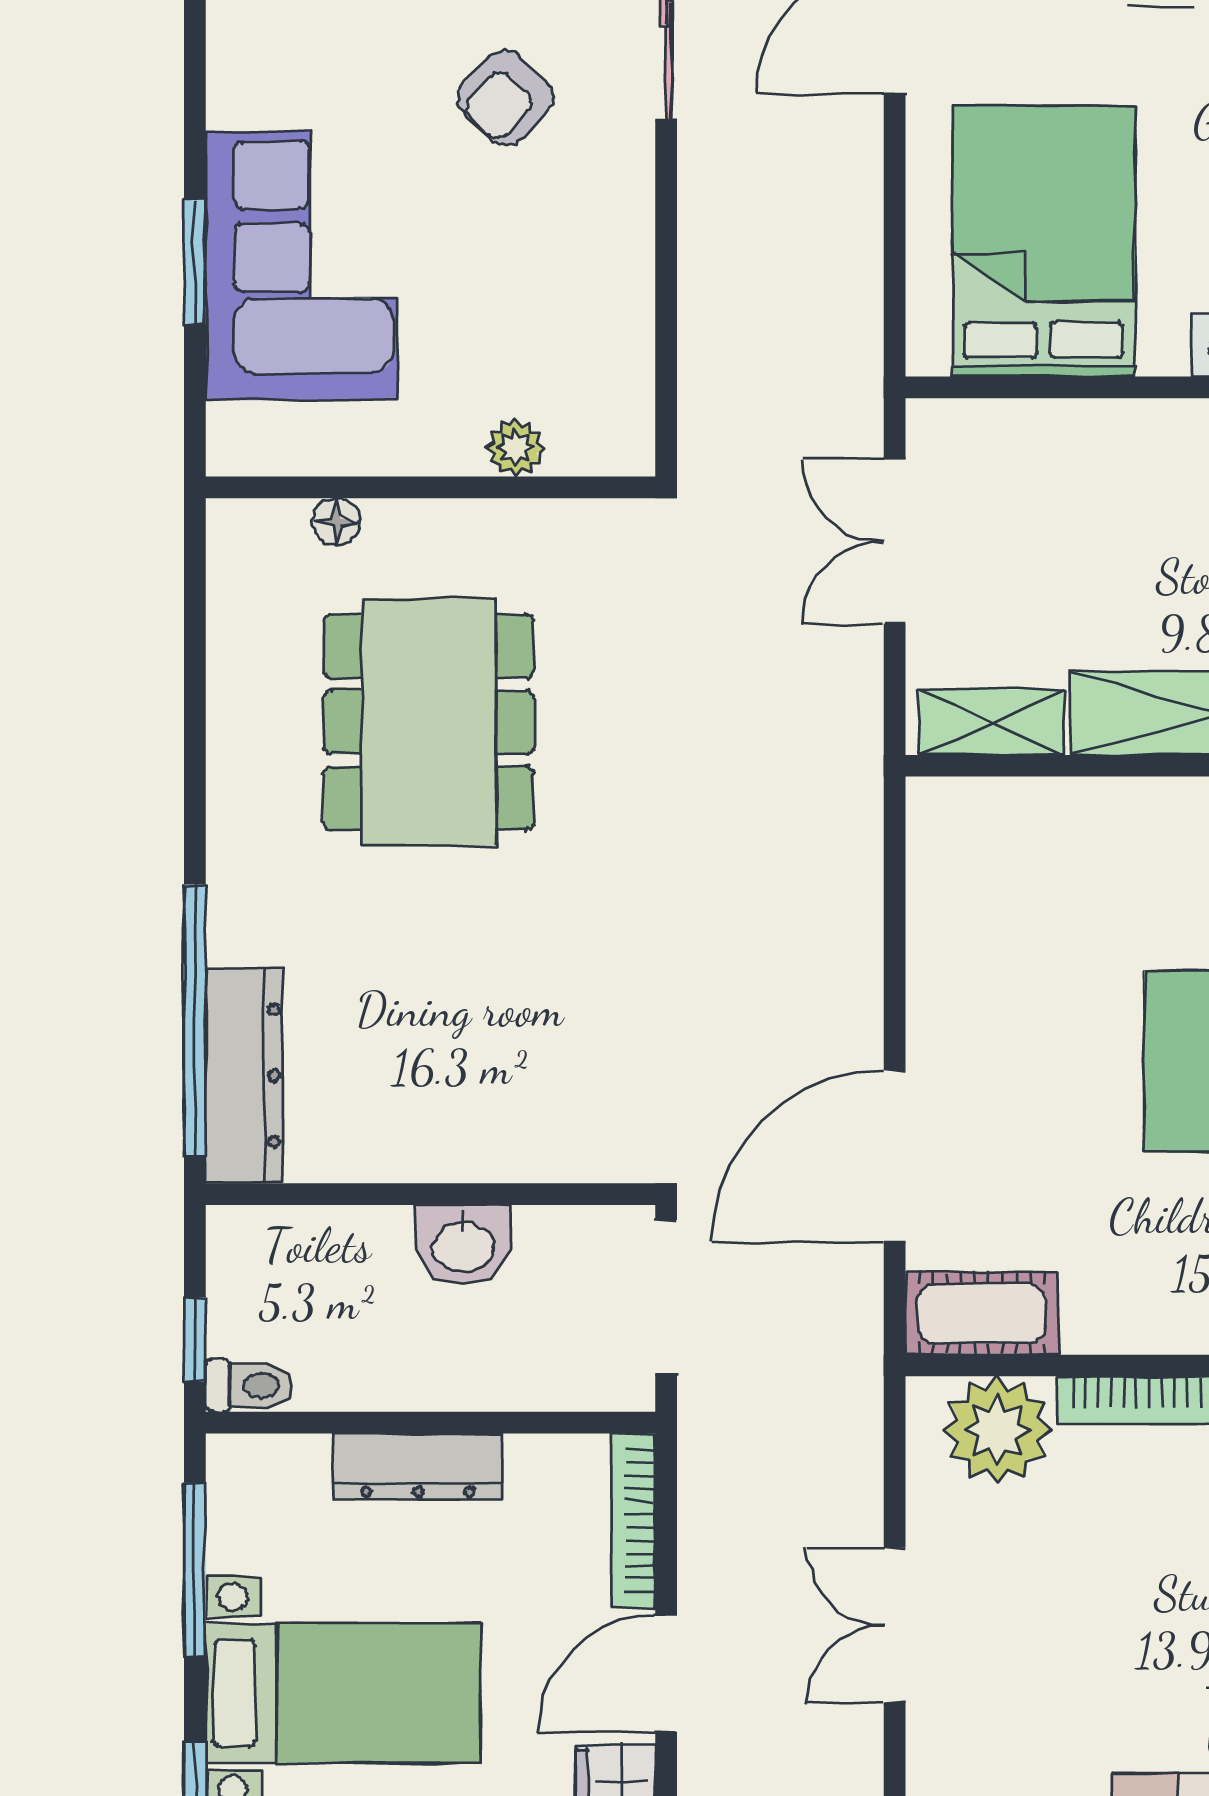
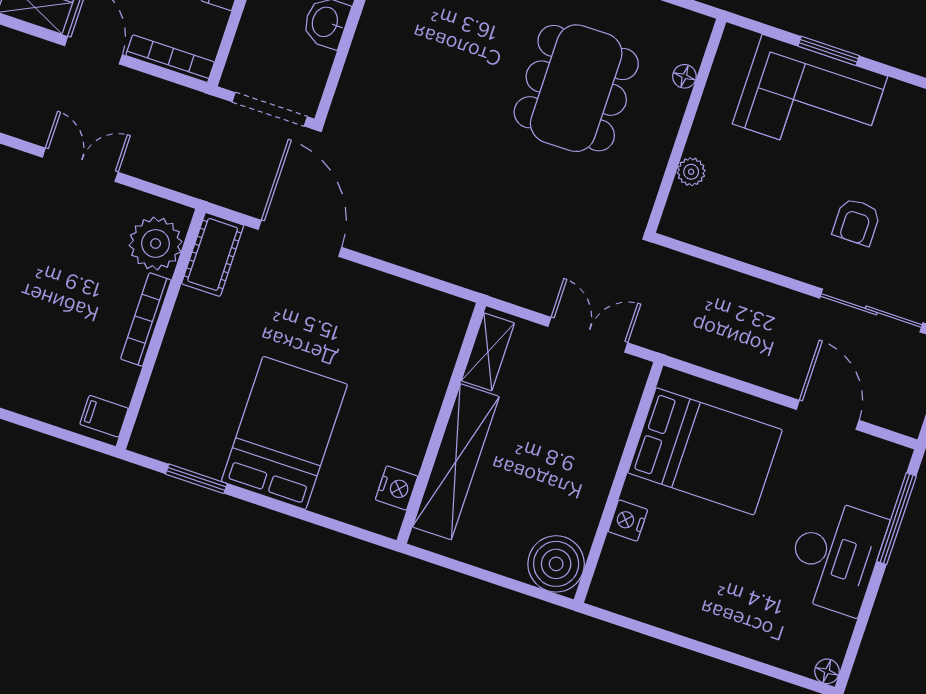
armchair: (505, 98) -> (856, 222), turned -133
dining table: (429, 722) -> (576, 88), turned 90

